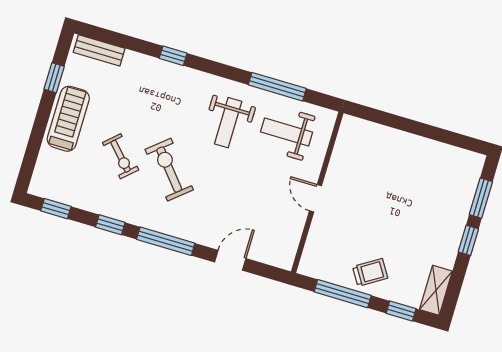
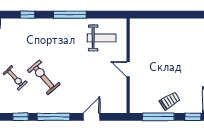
window: (277, 87) -> (70, 15), moved
weight bench: (228, 123) -> (68, 42), removed
weight bench: (287, 132) -> (102, 38), turned 180

